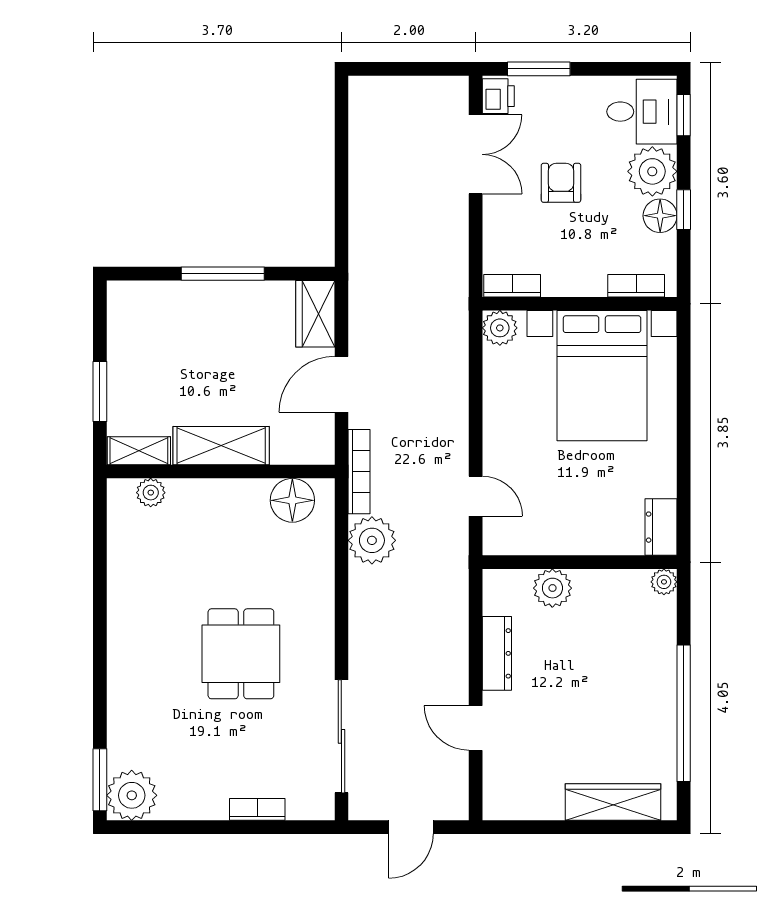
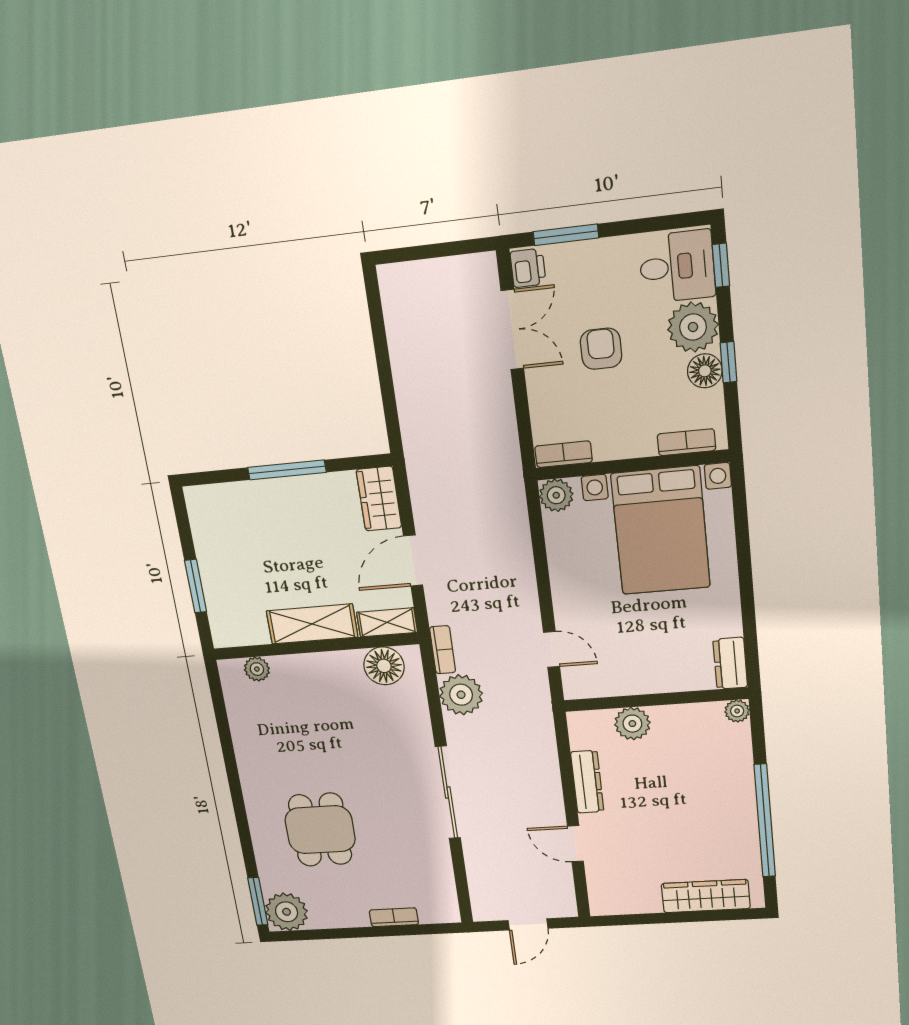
shelving: (139, 451) -> (387, 622), moved
bookcase: (359, 472) -> (443, 650), width x0.64
dining table: (241, 654) -> (320, 830), moved
sliding door: (341, 736) -> (448, 793), moved

